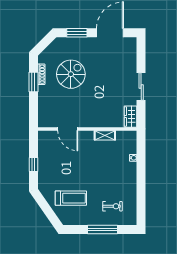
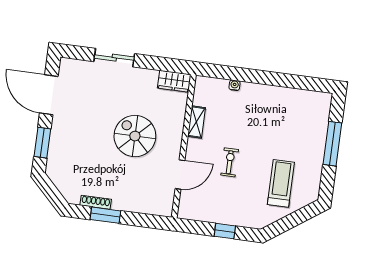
spiral stairs: (71, 74) -> (135, 136), moved
sliding door: (141, 86) -> (114, 58), moved
exercise bike: (113, 206) -> (230, 162), moved

